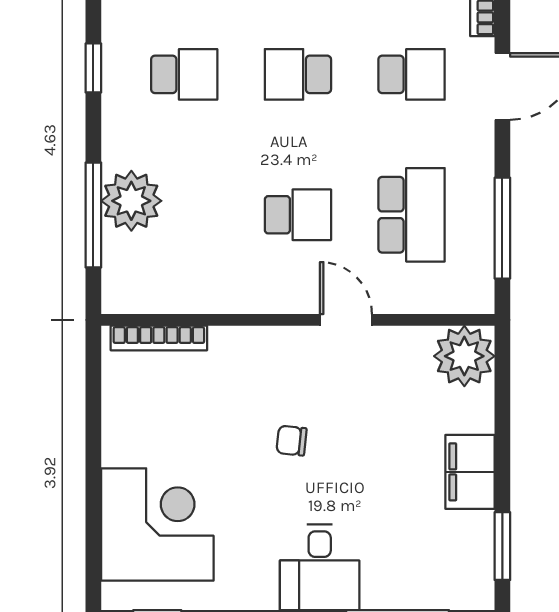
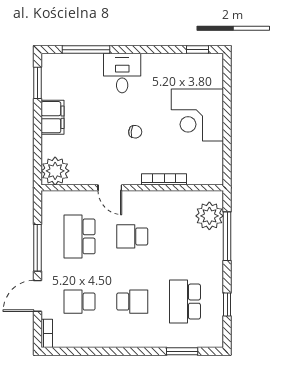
school desk: (184, 74) -> (185, 302), width x1.85
plant: (131, 201) -> (209, 216), moved
window: (502, 228) -> (37, 248), moved
bookcase: (159, 338) -> (164, 179), moved
corner desk: (157, 524) -> (197, 115), moved

